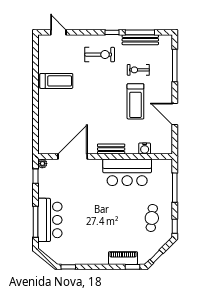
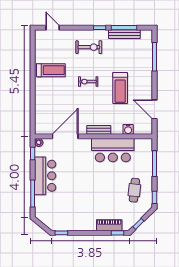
exercise bike: (138, 70) -> (88, 82), moved
door: (175, 114) -> (154, 109), moved
bar counter: (50, 220) -> (45, 176), moved

